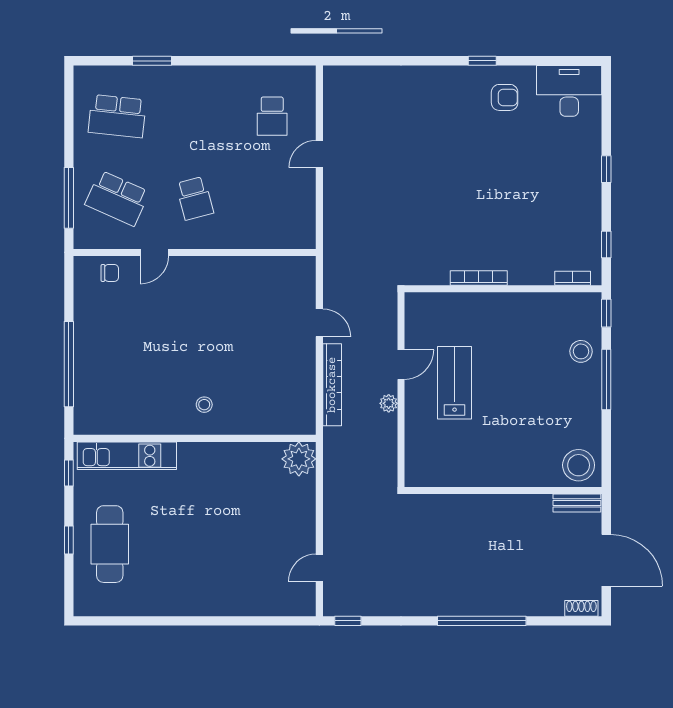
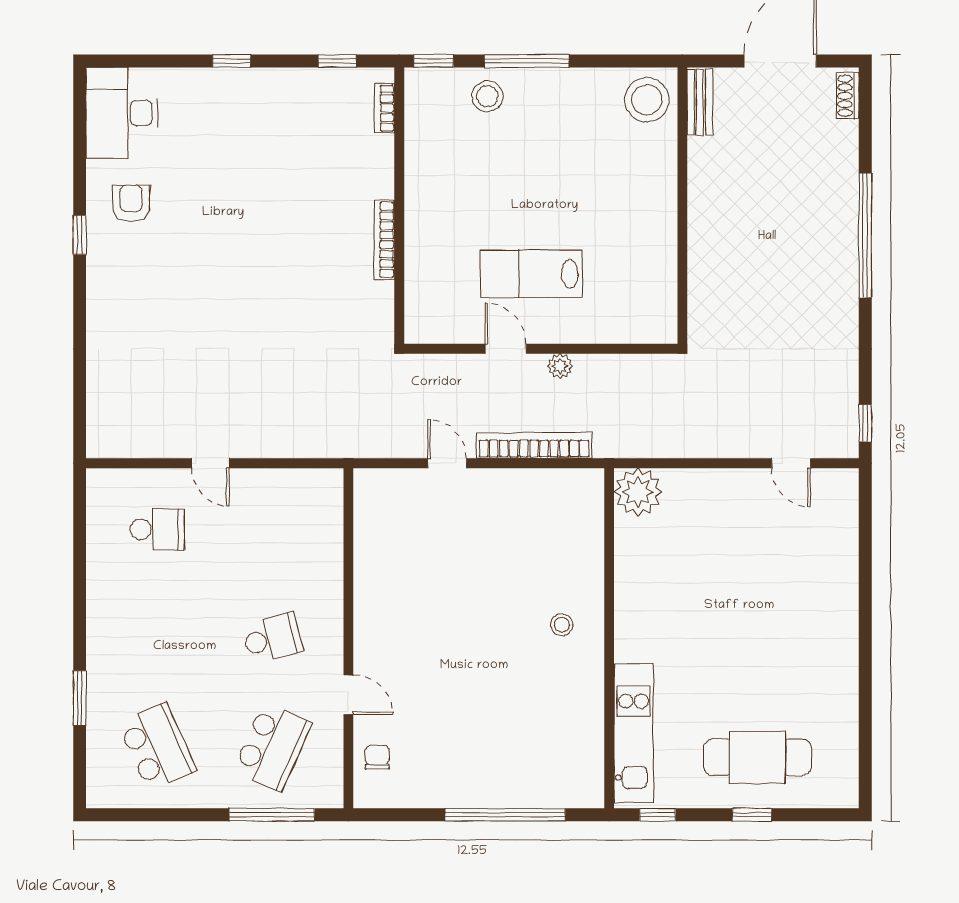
school desk: (117, 116) -> (157, 747), turned -30
door: (319, 323) -> (447, 463), hinge flipped

